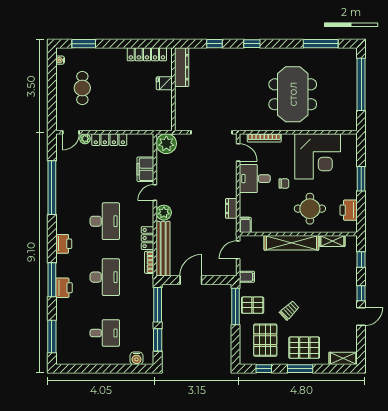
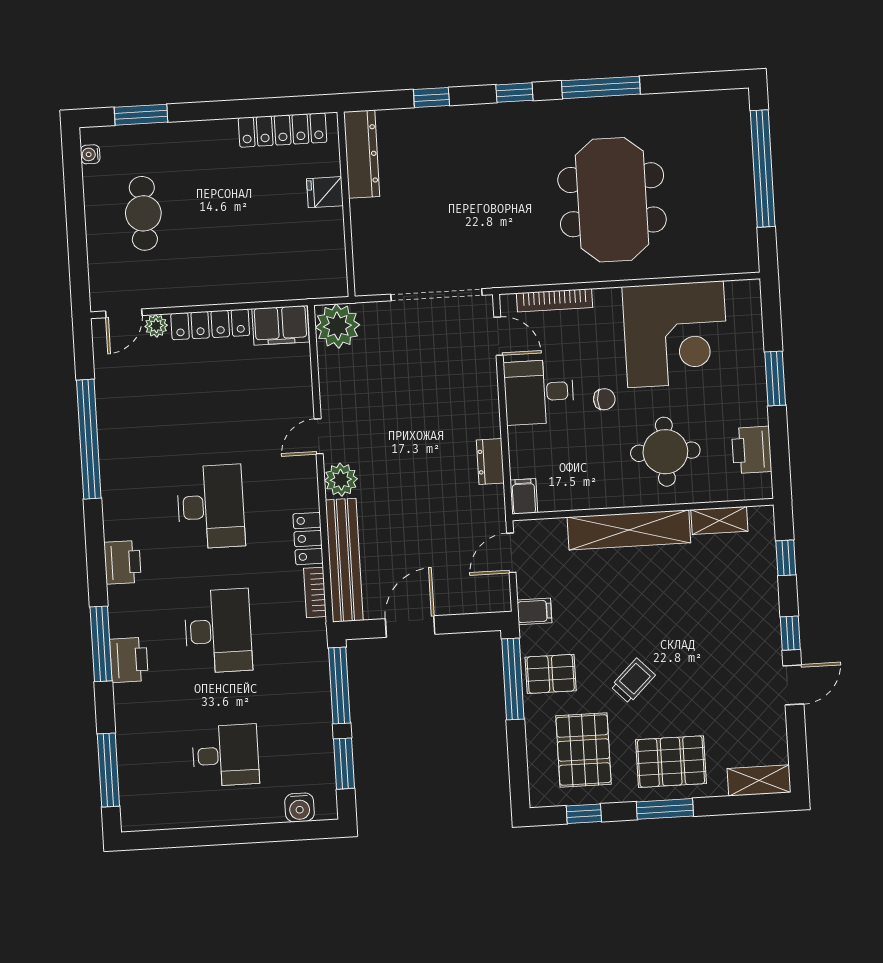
window: (321, 44) -> (601, 87), moved
filing cabinet: (145, 169) -> (281, 325), moved, turned -90

